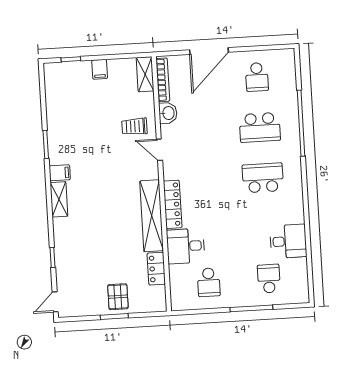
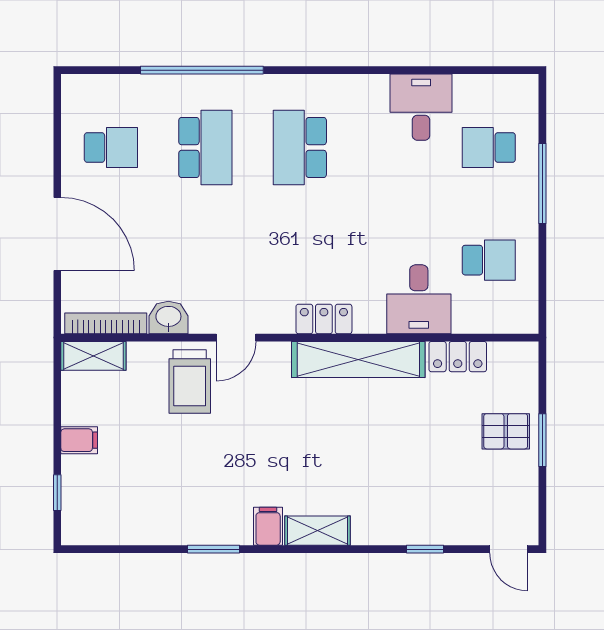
trolley: (134, 126) -> (190, 382), width x1.36, depth x1.39
locker: (173, 204) -> (324, 319), width x0.66

